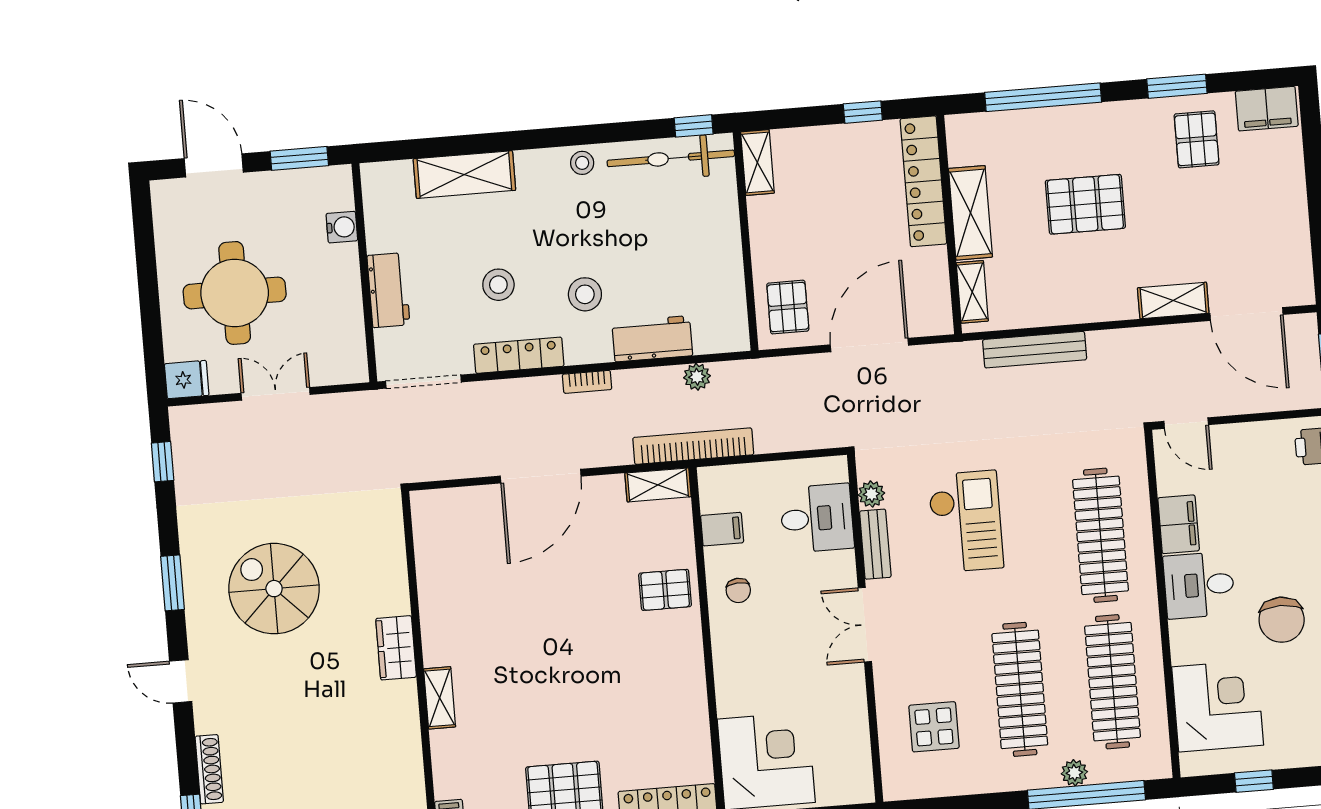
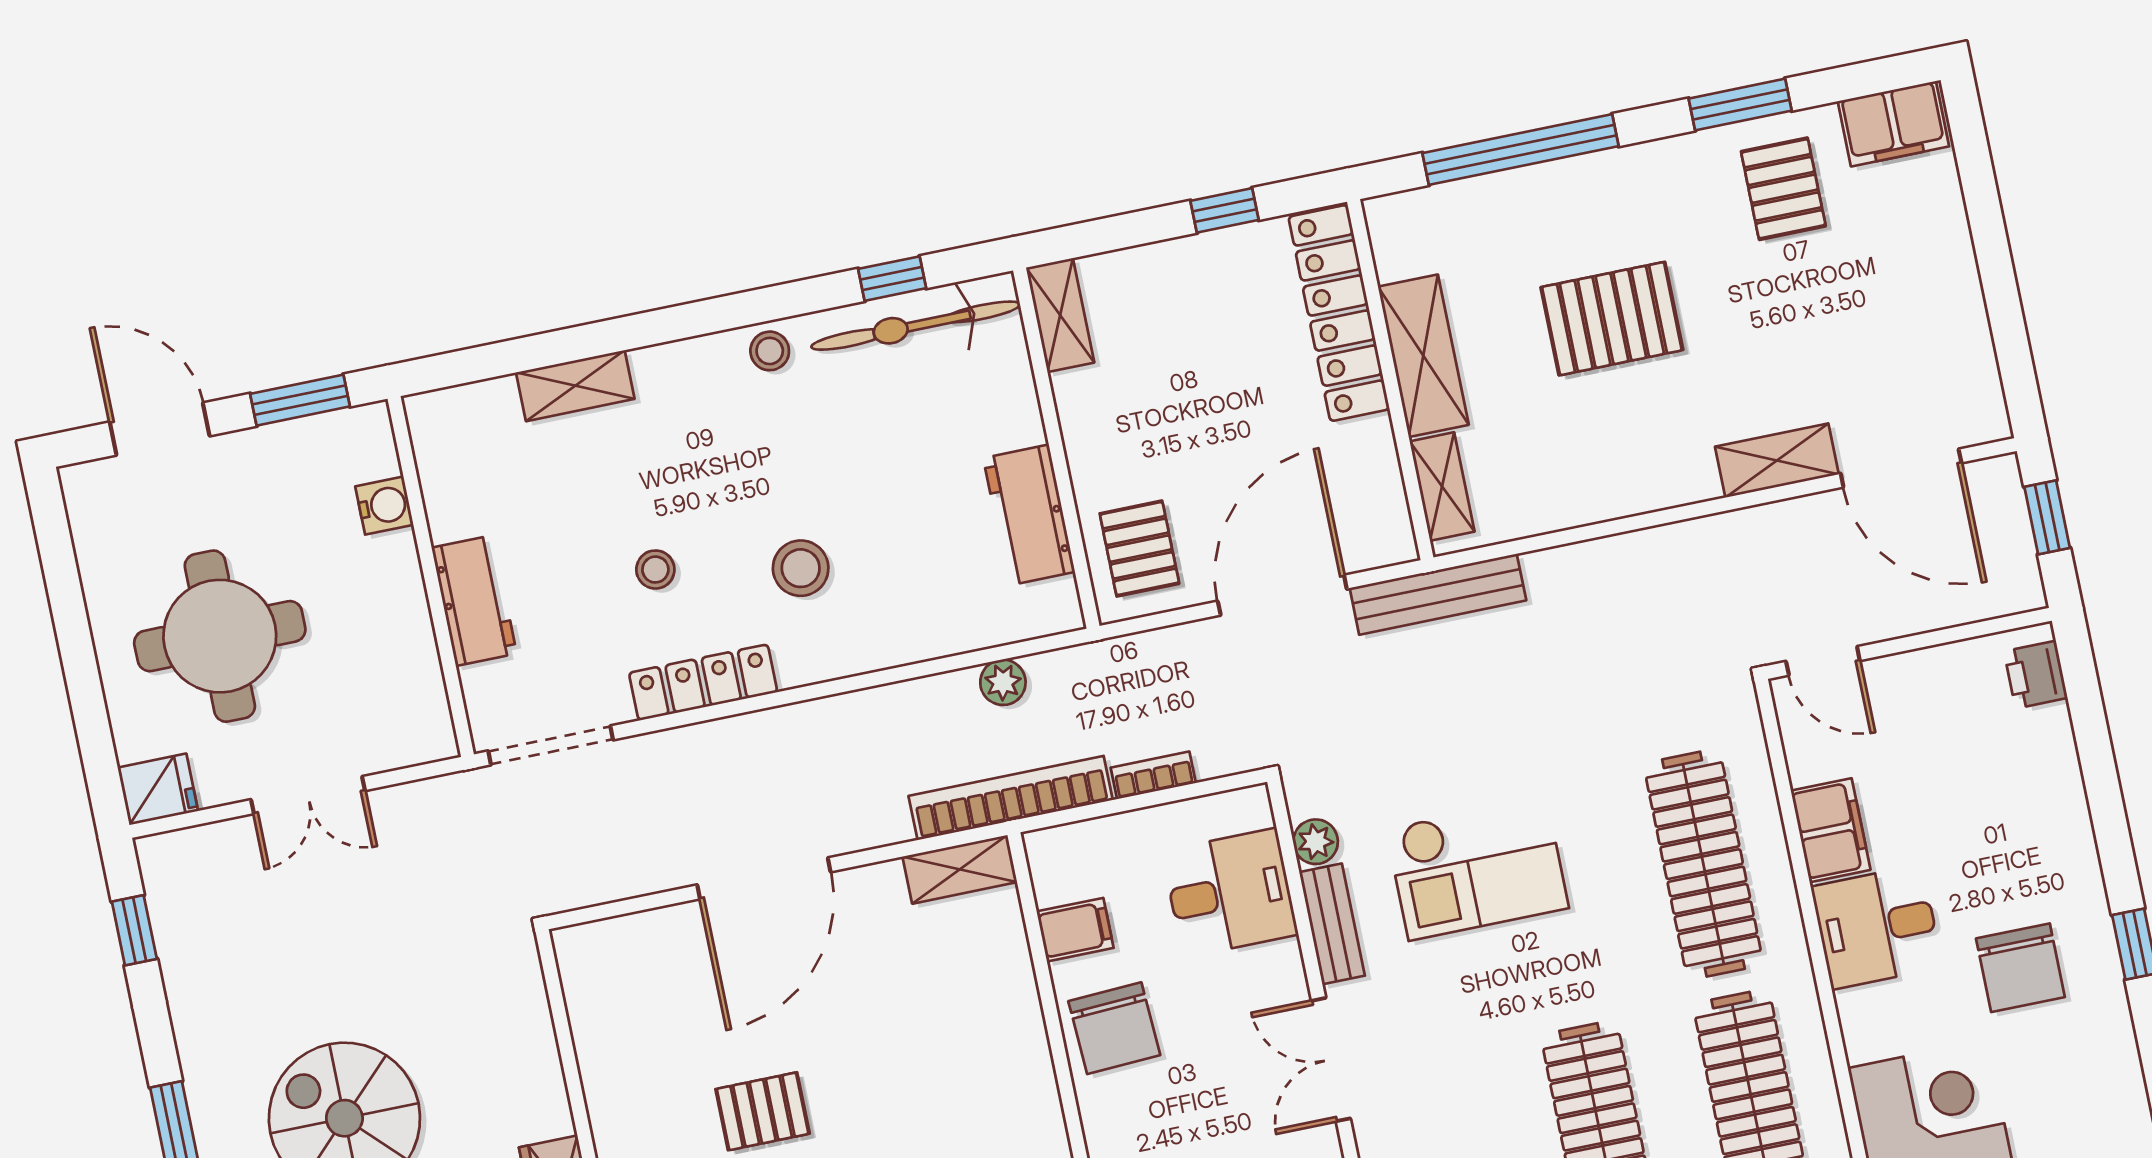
window: (694, 126) -> (892, 279), moved
shelving: (464, 175) -> (575, 386), width x0.67, depth x0.75
stool: (498, 285) -> (655, 570), width x0.73, depth x0.73
workbench: (652, 339) -> (1029, 515), moved, turned -90
bench: (1035, 350) -> (1438, 594), moved
bookcase: (587, 382) -> (1153, 775), moved, turned 180
double door: (276, 394) -> (308, 795), swing flipped
checkout: (966, 521) -> (1477, 868), turned 90
pallet: (665, 590) -> (763, 1111), moved
chair: (738, 590) -> (1114, 1028), width x1.87, depth x1.87

